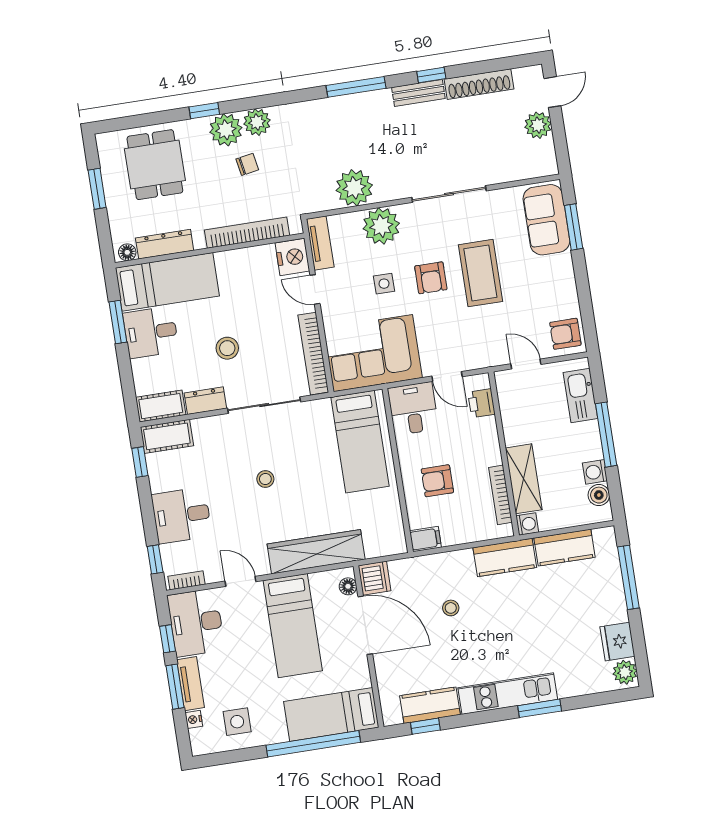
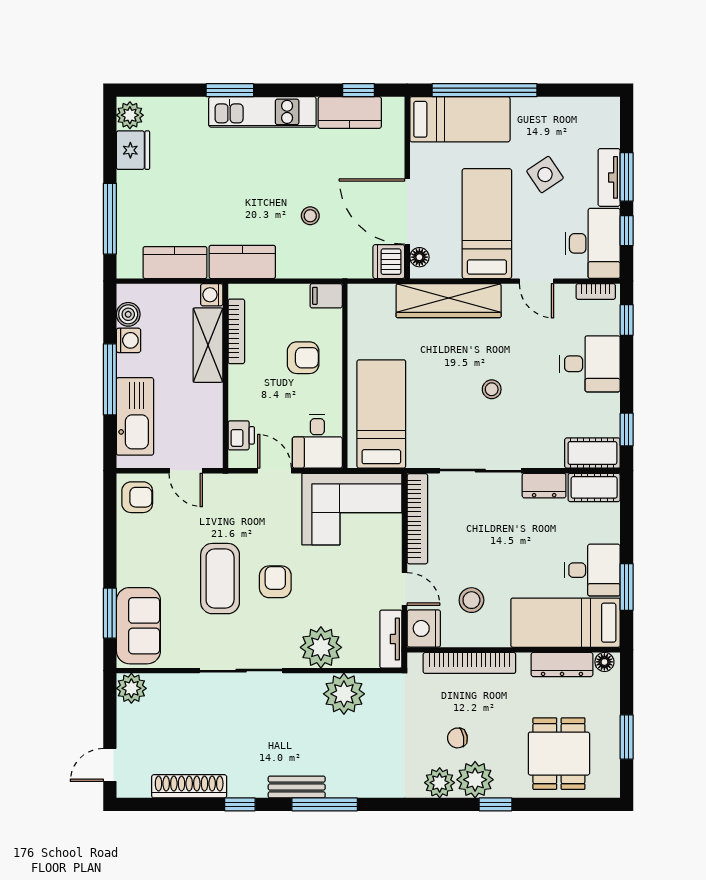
bench: (418, 93) -> (297, 787), moved
plant: (538, 125) -> (131, 688), moved
side table: (384, 284) -> (328, 583), removed
stool: (227, 348) -> (471, 600), moved
kitchen sink: (580, 396) -> (135, 416), width x1.36, depth x1.24
nightstand: (194, 719) -> (612, 137), removed
side table: (237, 722) -> (545, 175), moved, turned -34

